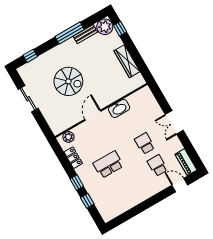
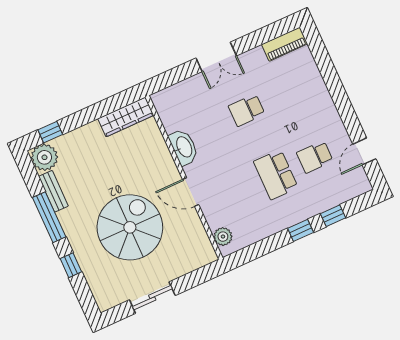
window: (30, 56) -> (71, 265), moved
wardrobe: (127, 61) -> (126, 117), moved
spiral stairs: (68, 81) -> (130, 227), width x1.37, depth x1.37
locker: (73, 158) -> (258, 232), removed
school desk: (157, 166) -> (315, 157), moved
door: (180, 185) -> (364, 151), moved

